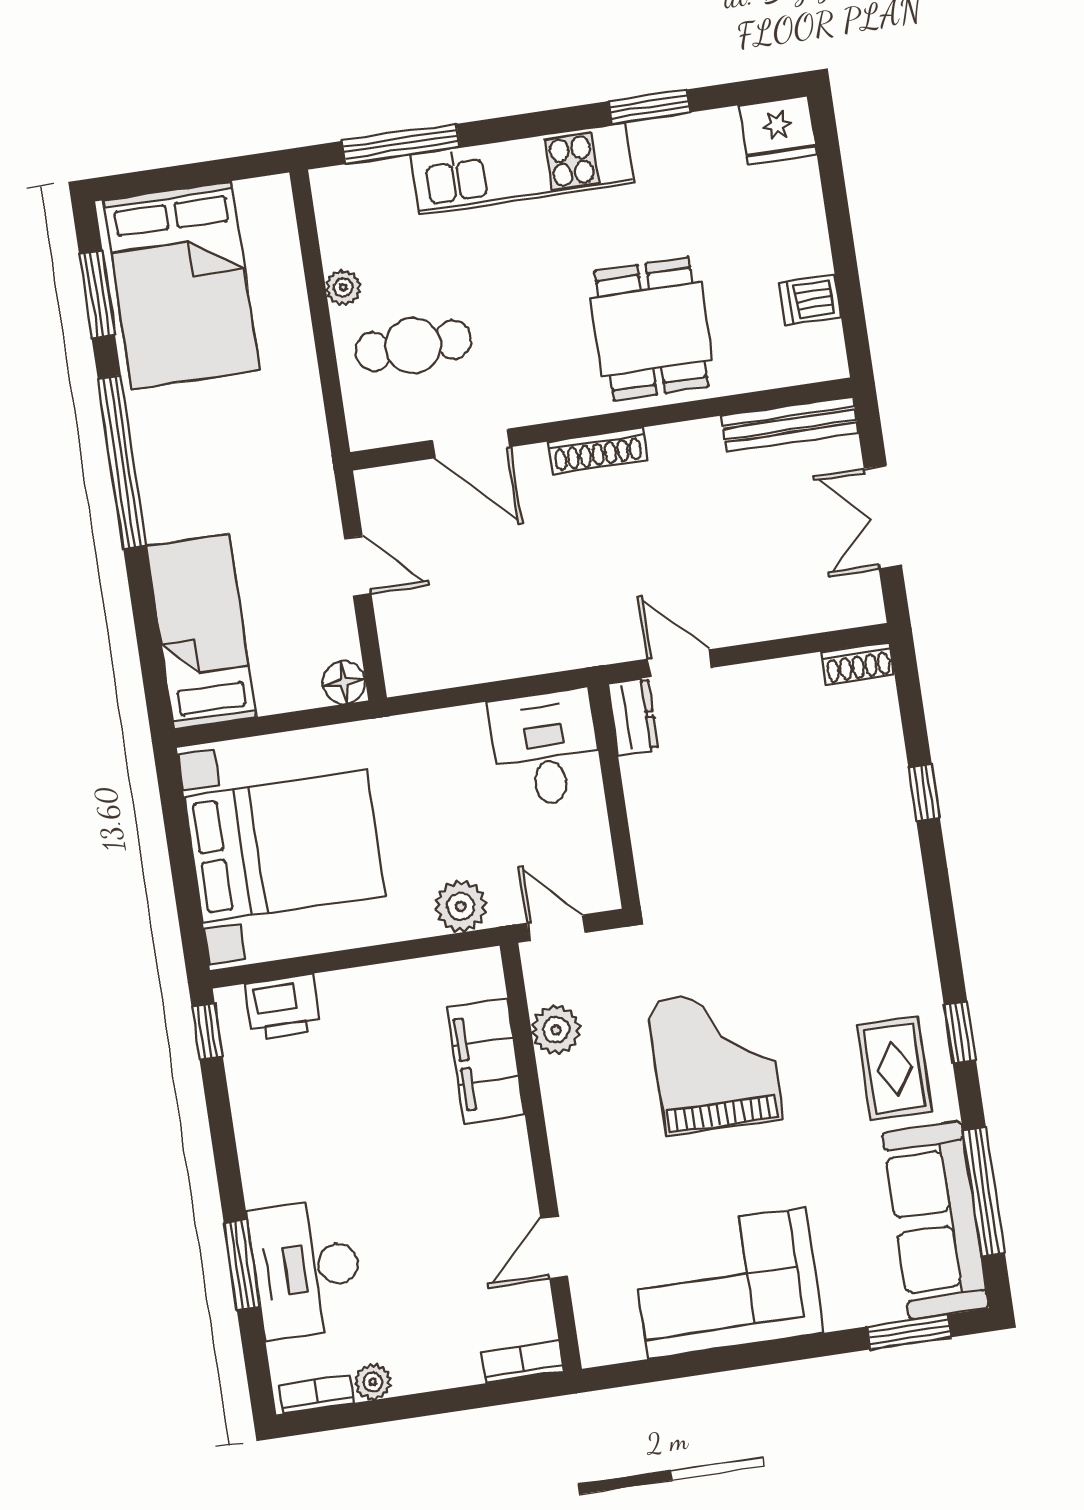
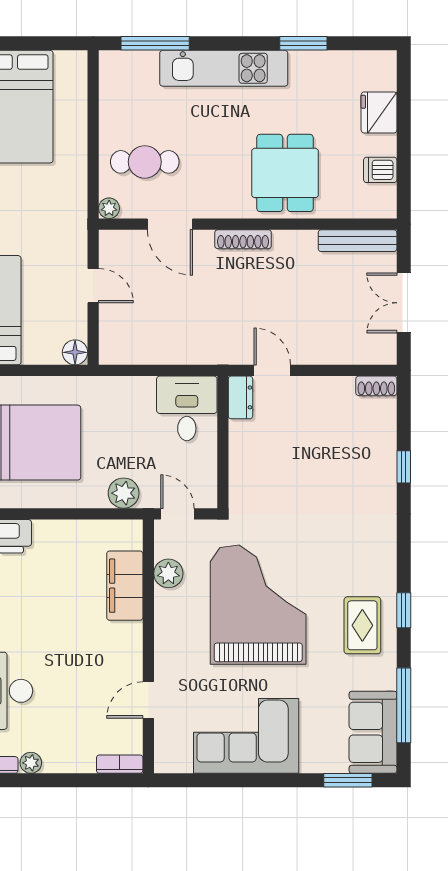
fridge: (778, 130) -> (379, 112), moved, turned 90
plant: (343, 287) -> (109, 208), moved
grand piano: (715, 1060) -> (258, 605), width x1.37, depth x1.48
sofa: (935, 1220) -> (373, 732), width x0.73

